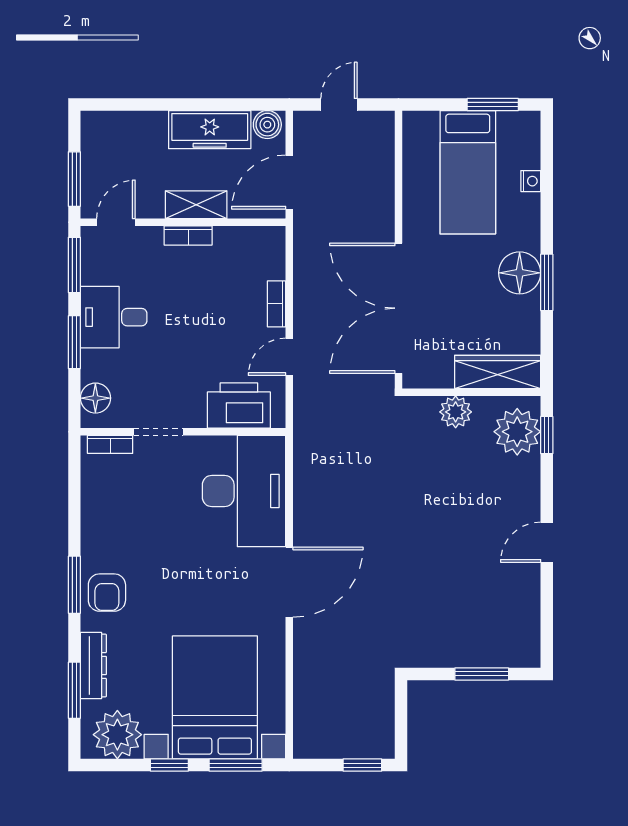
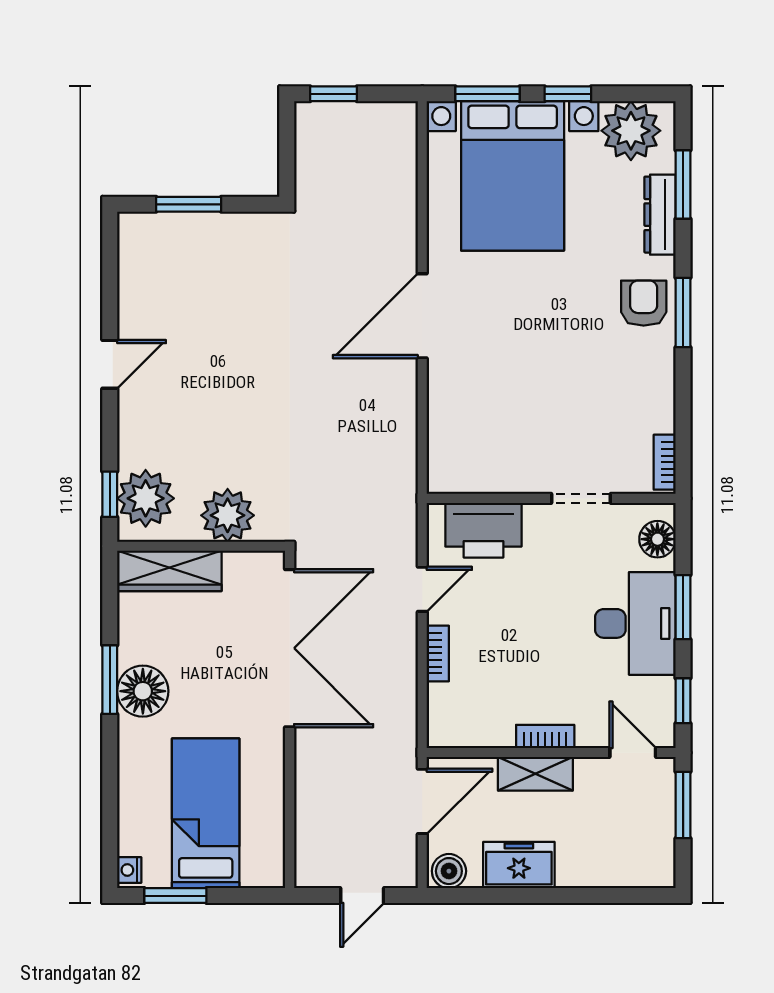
freezer: (210, 130) -> (519, 865), width x0.71
nightstand: (531, 181) -> (129, 870), moved
door: (116, 222) -> (633, 753), swing flipped
window: (74, 265) -> (683, 701), width x0.67
desk: (114, 317) -> (635, 623), width x1.37
plant: (456, 412) -> (228, 515), width x1.36, depth x1.36
bookcase: (110, 444) -> (665, 462), moved, turned -90
desk: (244, 491) -> (477, 426), removed

